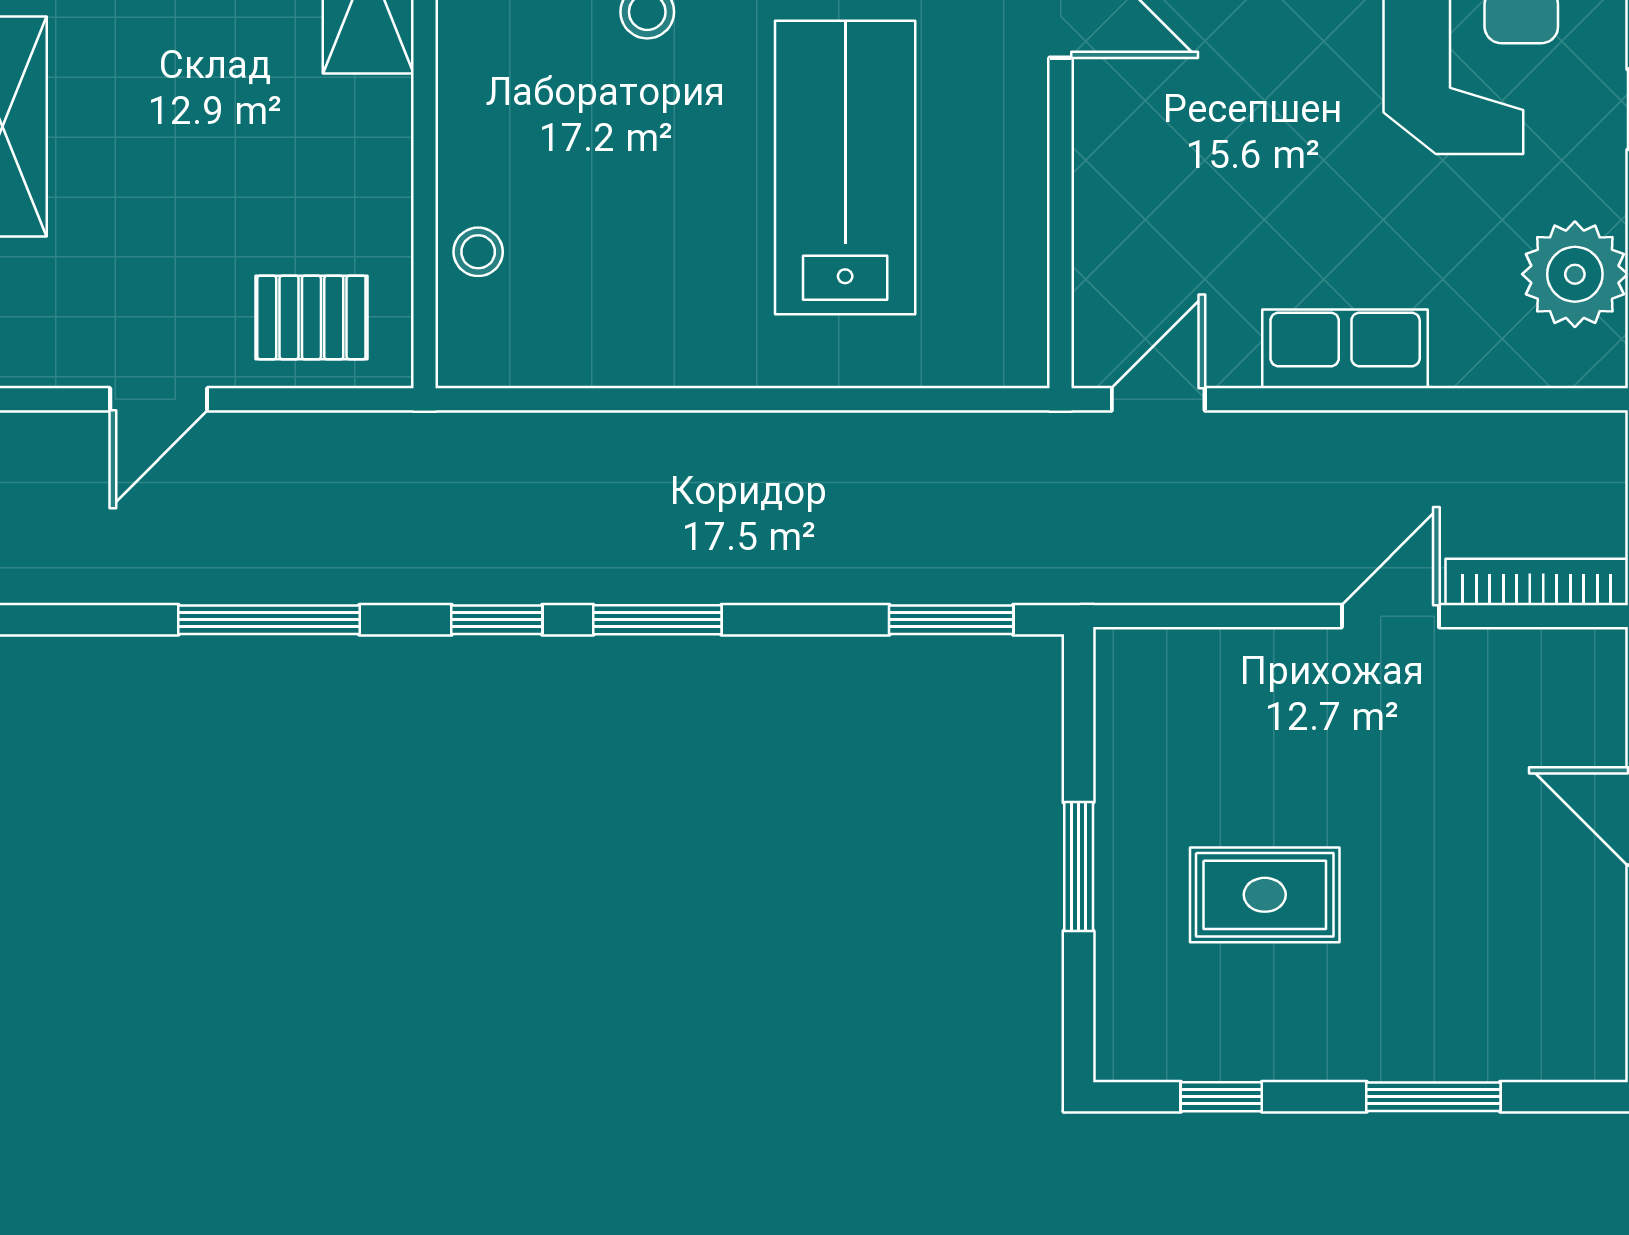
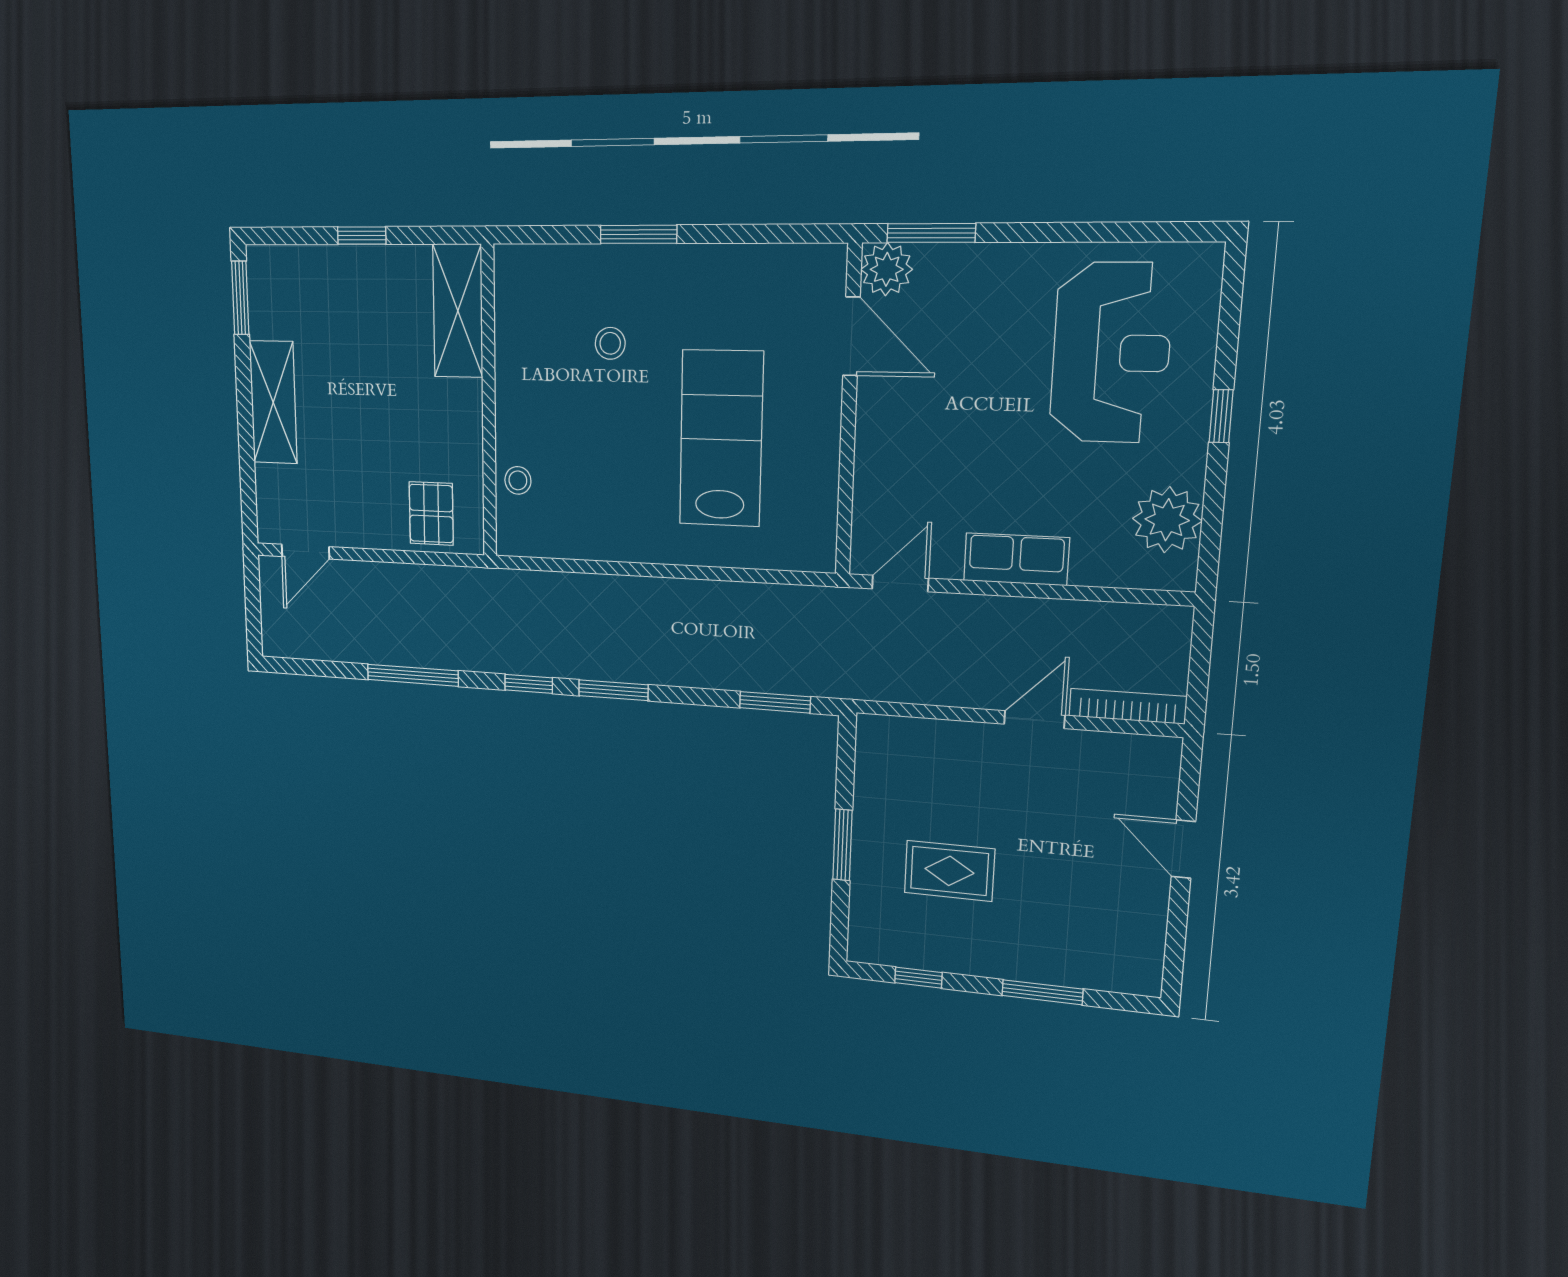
pallet: (311, 318) -> (431, 513), turned 90
door: (159, 399) -> (305, 552), moved

